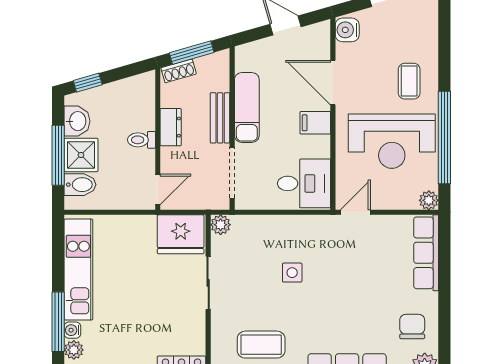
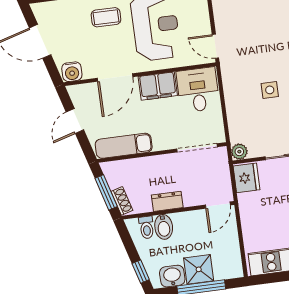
exam couch: (247, 107) -> (124, 146), moved
bench: (220, 118) -> (155, 163), removed
filing cabinet: (315, 123) -> (158, 86), width x2.00
toilet: (141, 140) -> (147, 227), moved
bidet: (80, 185) -> (164, 227), moved, turned 180
door: (158, 189) -> (218, 205), swing flipped
fridge: (181, 234) -> (247, 178), width x0.73, depth x0.75

